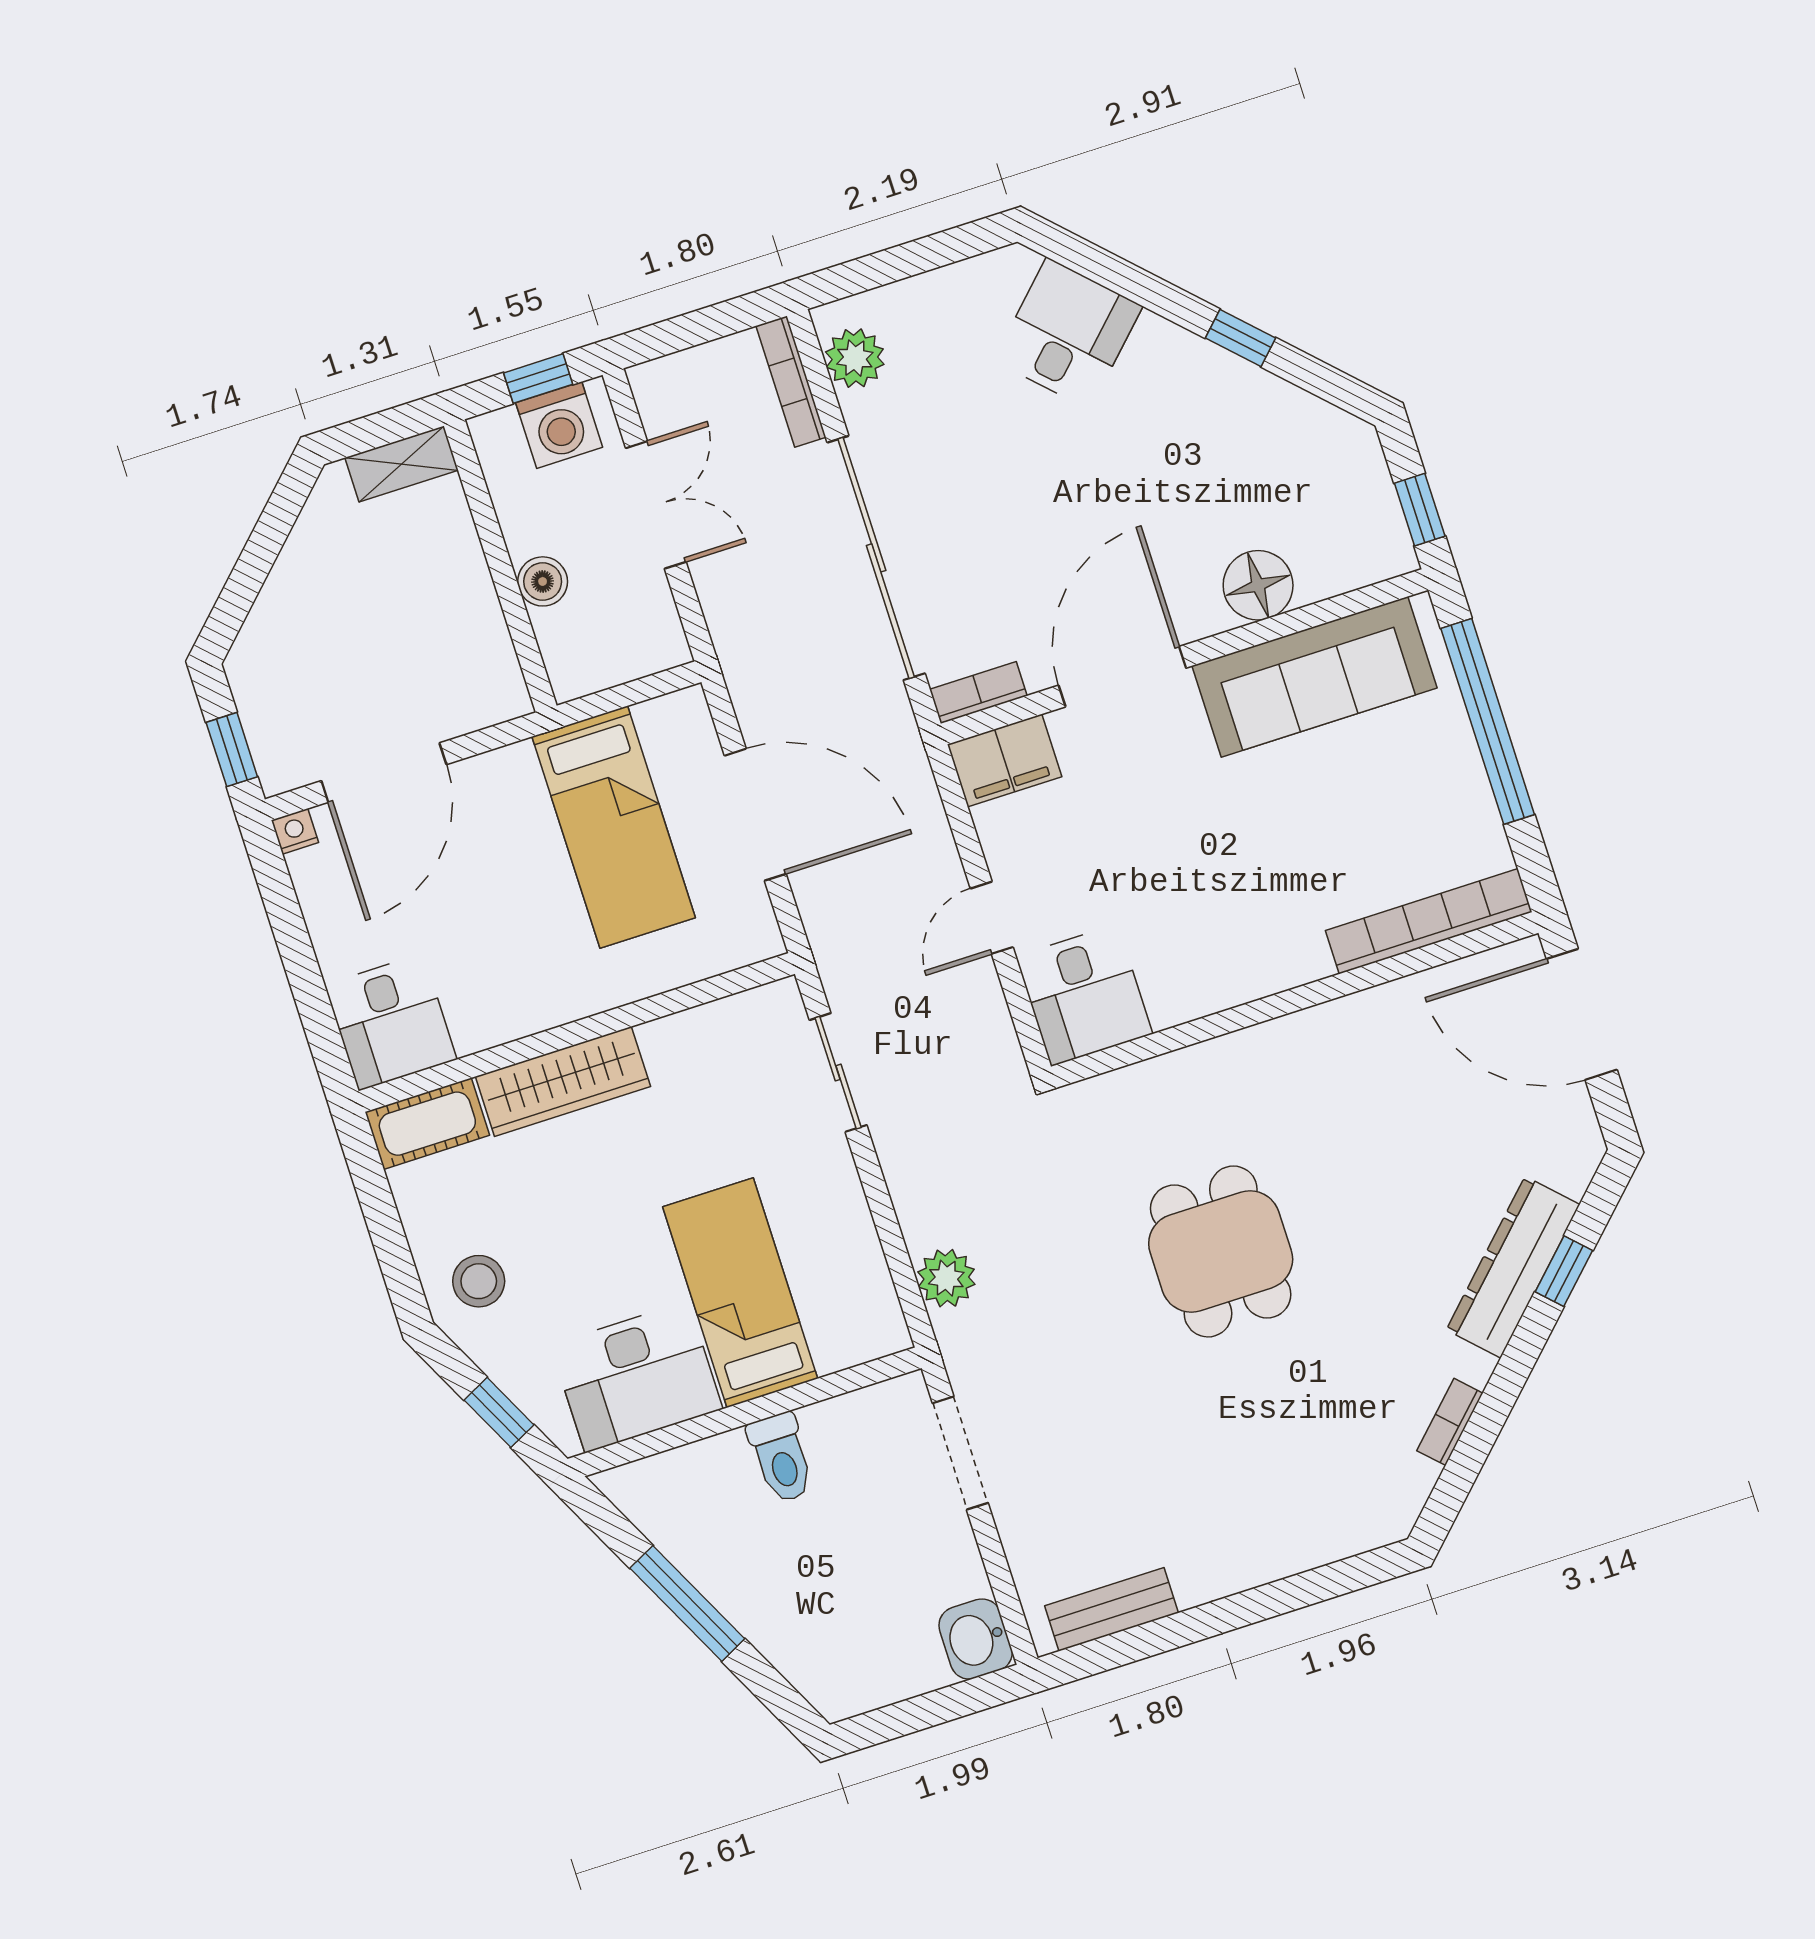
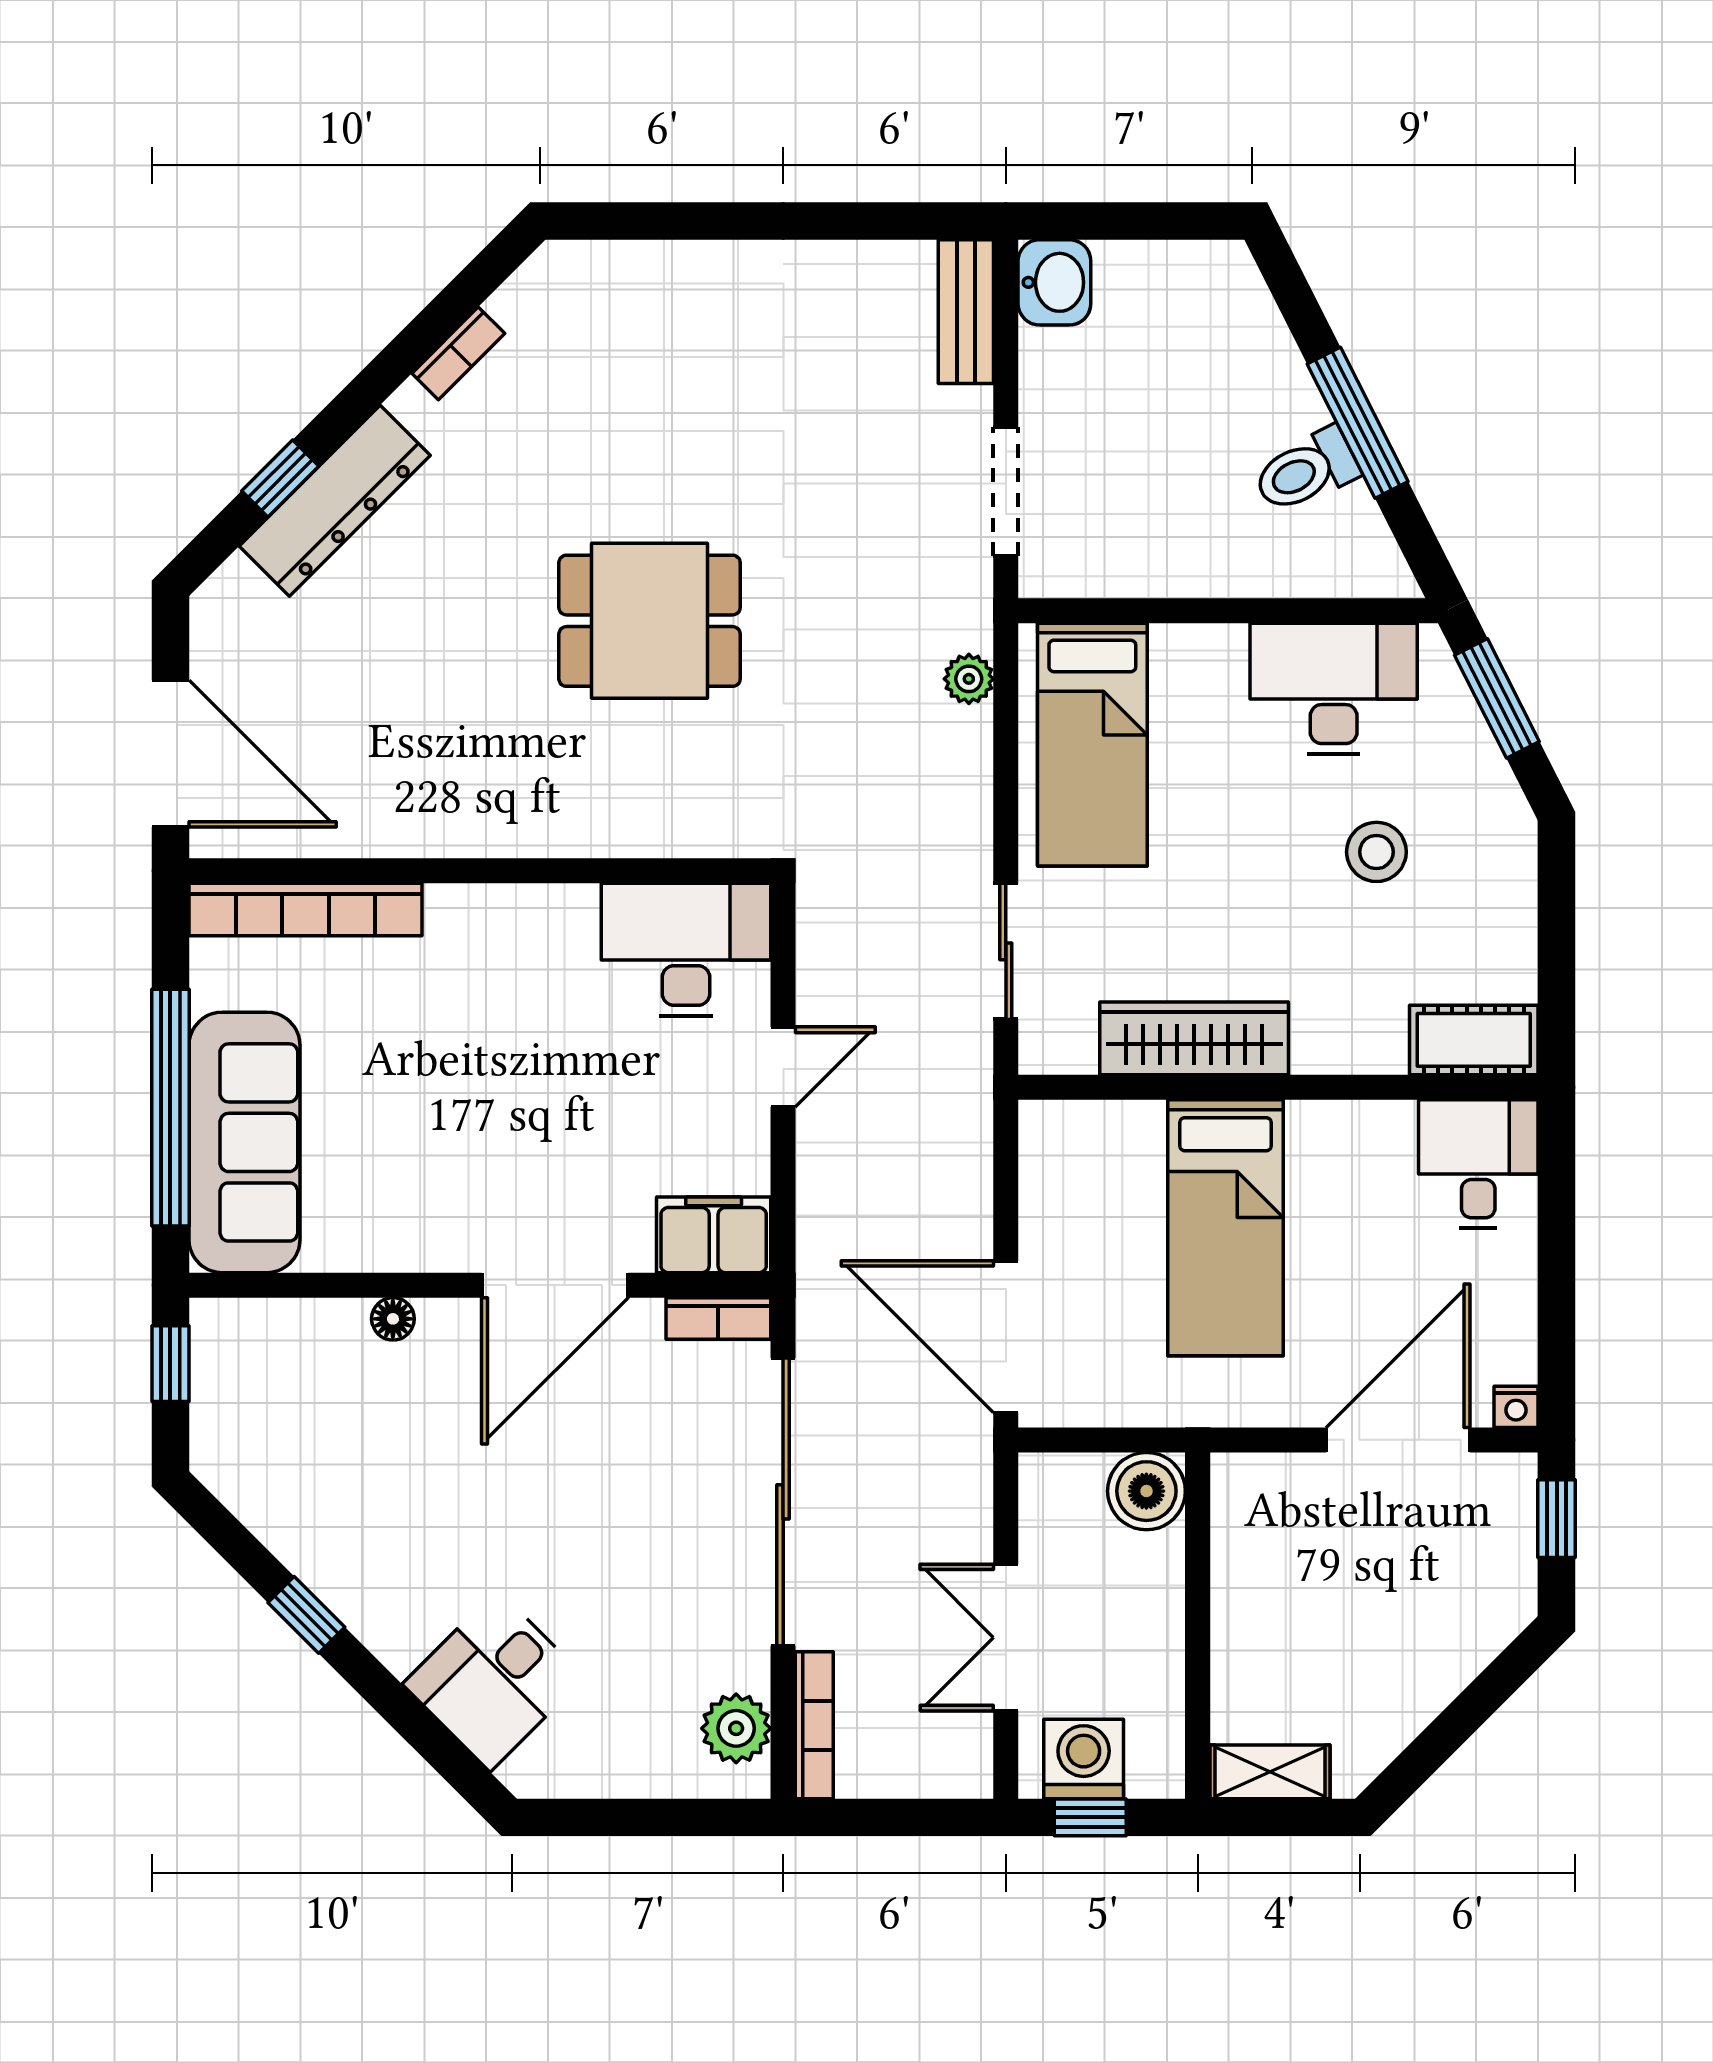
boiler: (543, 581) -> (1146, 1491), moved, width x1.36, depth x1.36
floor lamp: (1258, 585) -> (393, 1319), width x0.53, depth x0.53
sofa: (1314, 677) -> (244, 1142), moved, turned 90
door: (755, 815) -> (1006, 1337), moved
bed: (614, 827) -> (1226, 1228), moved, turned 180
desk: (1084, 995) -> (686, 950), width x1.37
wardrobe: (563, 1082) -> (1194, 1038), moved
dining table: (1221, 1251) -> (650, 621), turned 90
plant: (946, 1278) -> (969, 679), width x0.73, depth x0.73
stool: (479, 1281) -> (1376, 852), moved
bed: (740, 1293) -> (1092, 745), moved
window: (499, 1412) -> (1497, 698), width x1.50
toilet: (781, 1458) -> (1306, 471), moved, turned -117
bench: (1112, 1609) -> (966, 312), moved, turned 90

